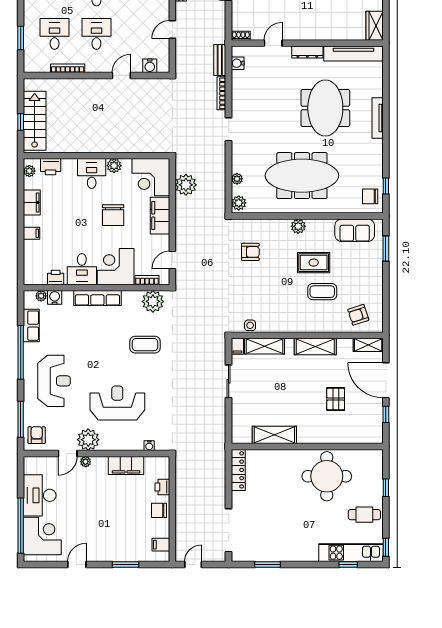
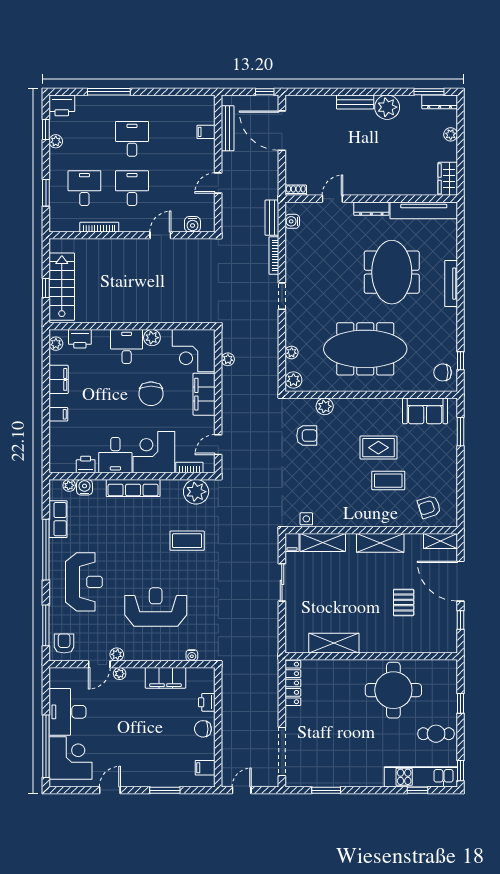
plant: (186, 185) -> (228, 359), width x0.53, depth x0.53
plant: (298, 226) -> (325, 406), moved
plant: (88, 440) -> (117, 654), width x0.53, depth x0.53

